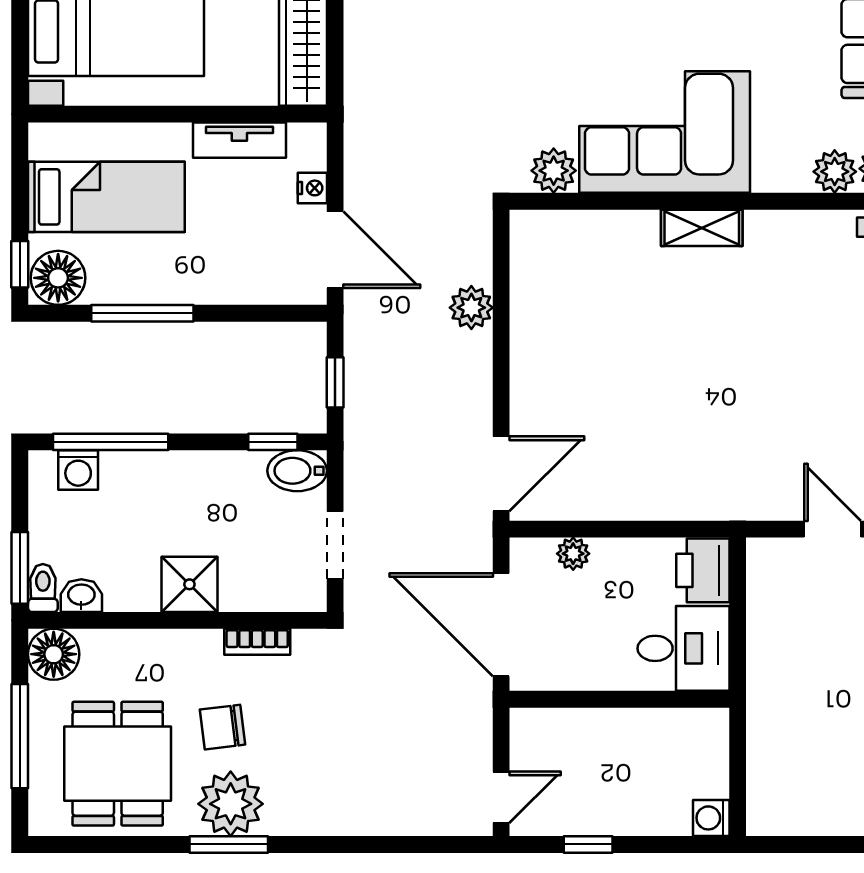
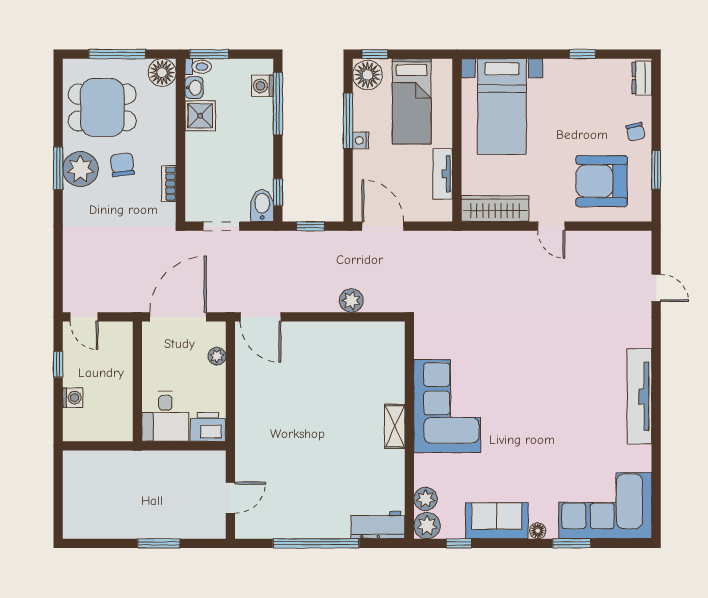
plant: (554, 171) -> (426, 345), removed
nightstand: (312, 188) -> (361, 140), moved, turned 90
door: (335, 250) -> (383, 226), swing flipped
shower: (189, 584) -> (200, 116), moved
washing machine: (711, 818) -> (73, 398), moved, turned 90

